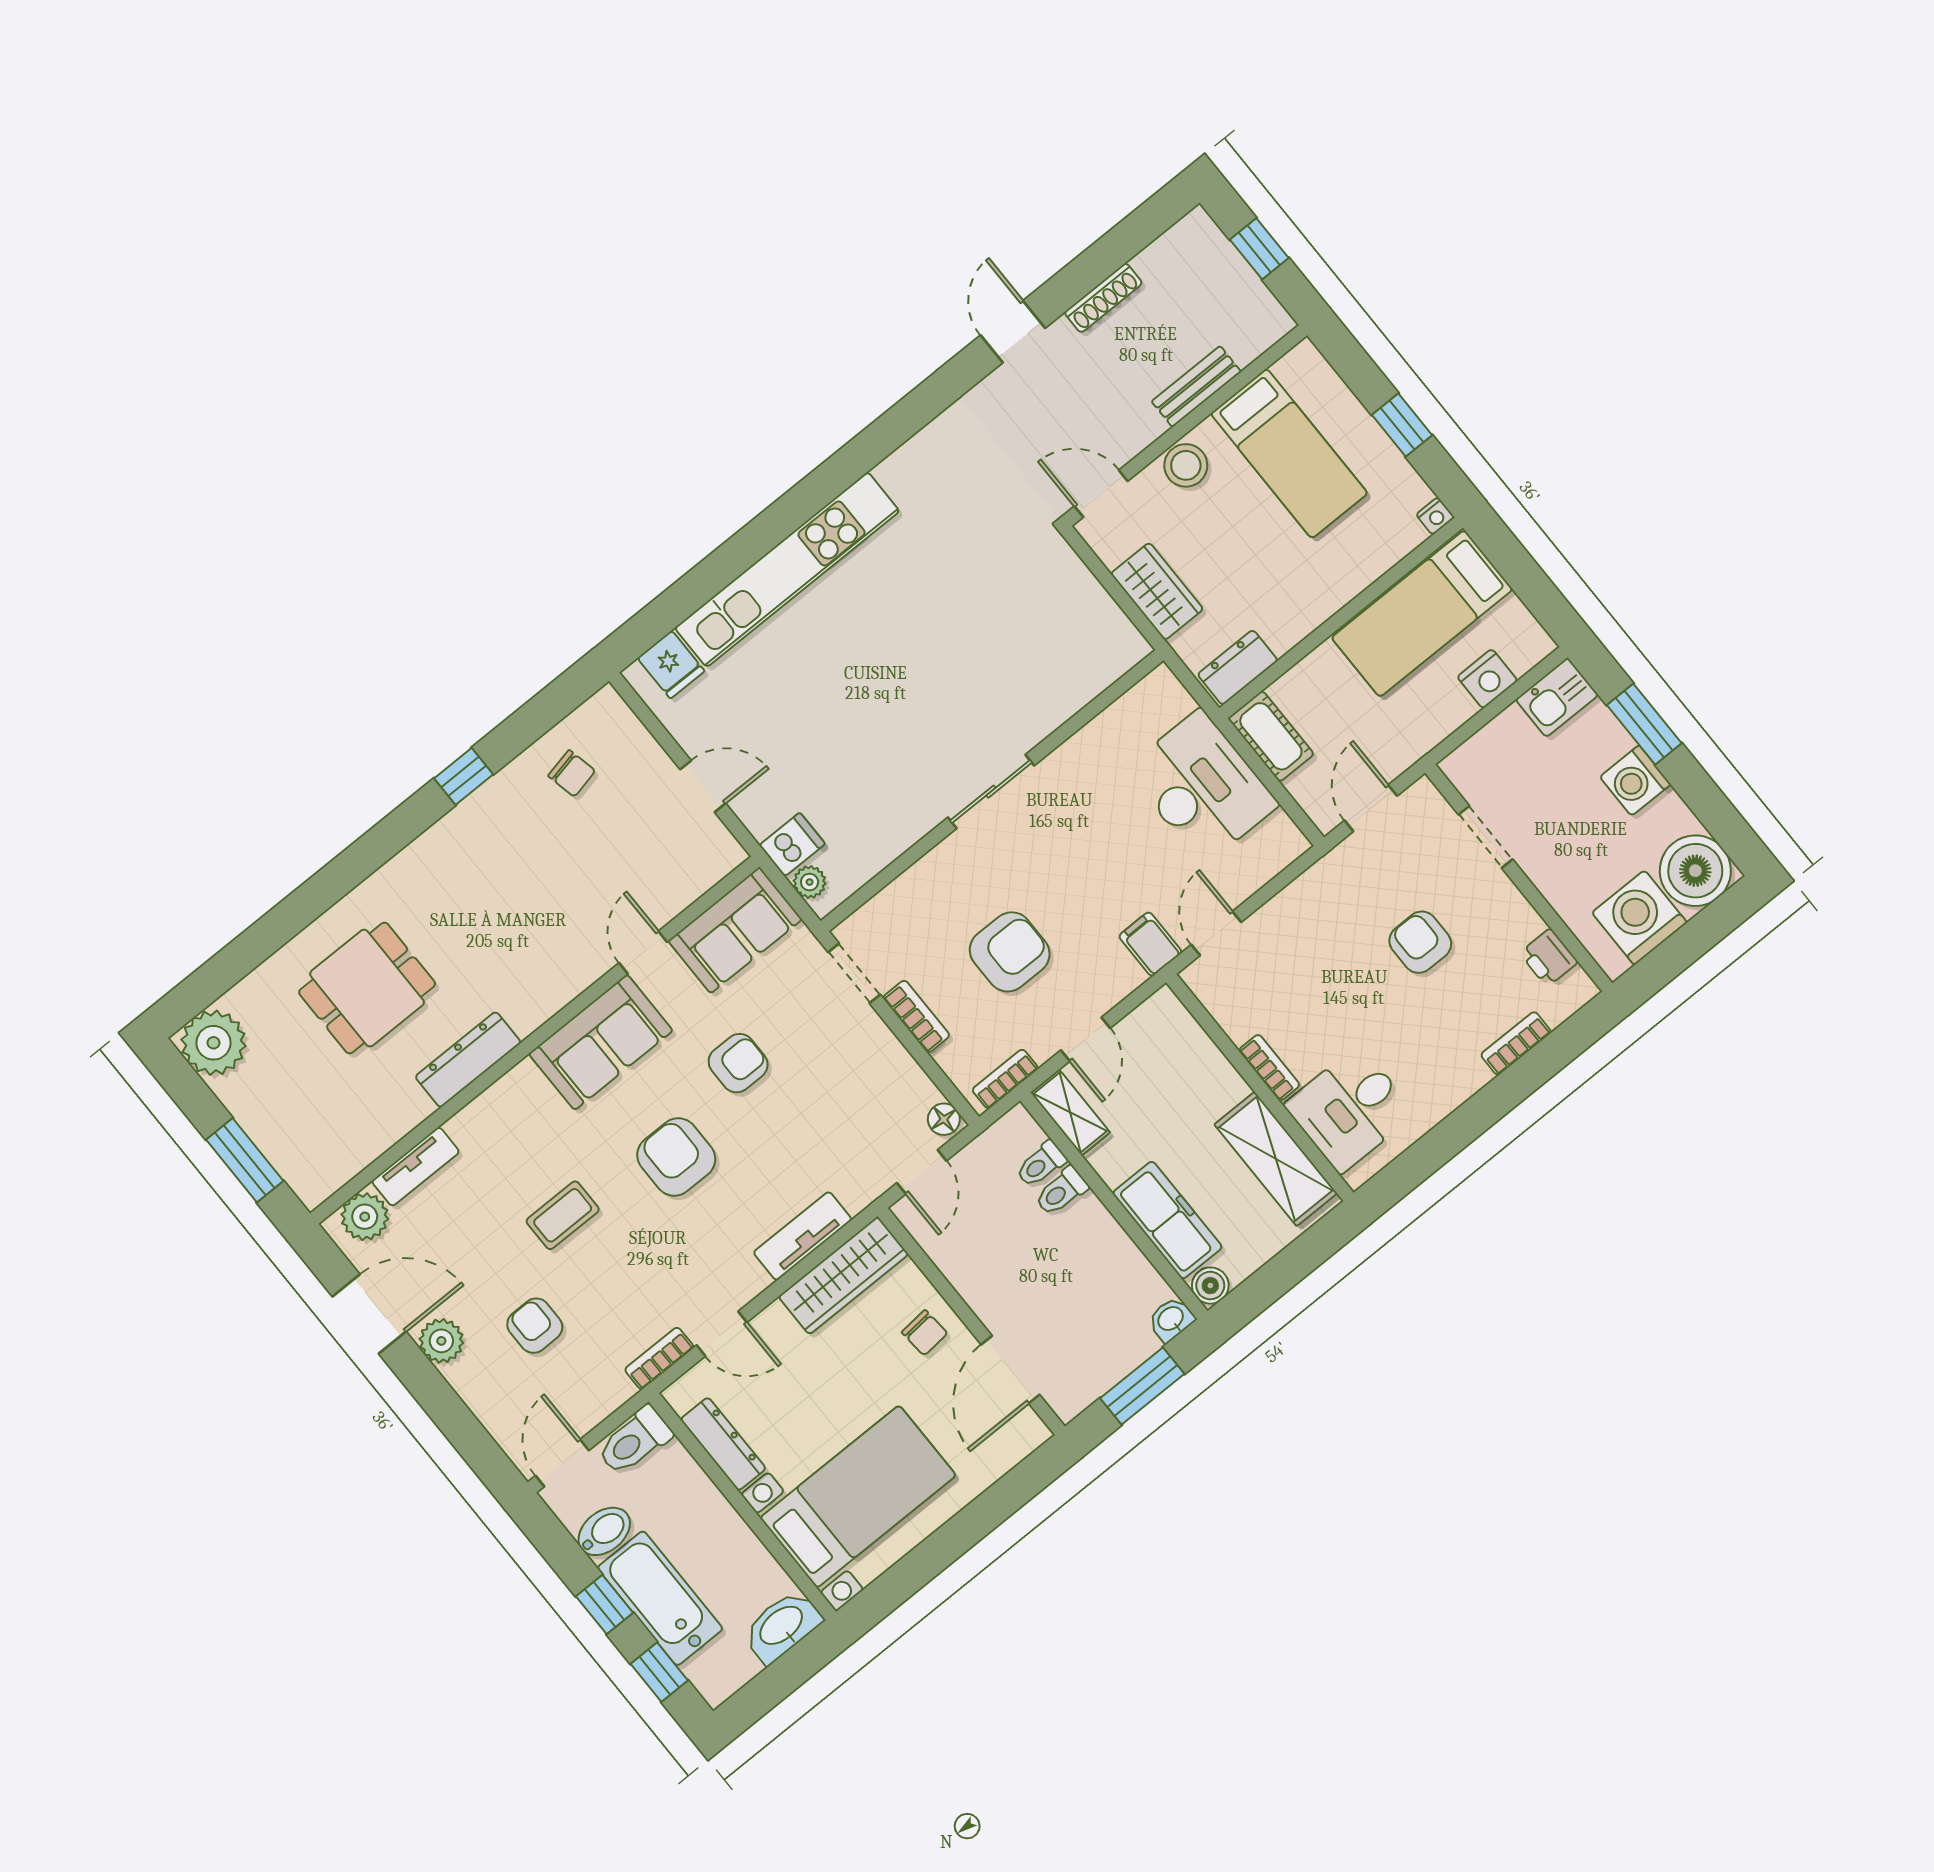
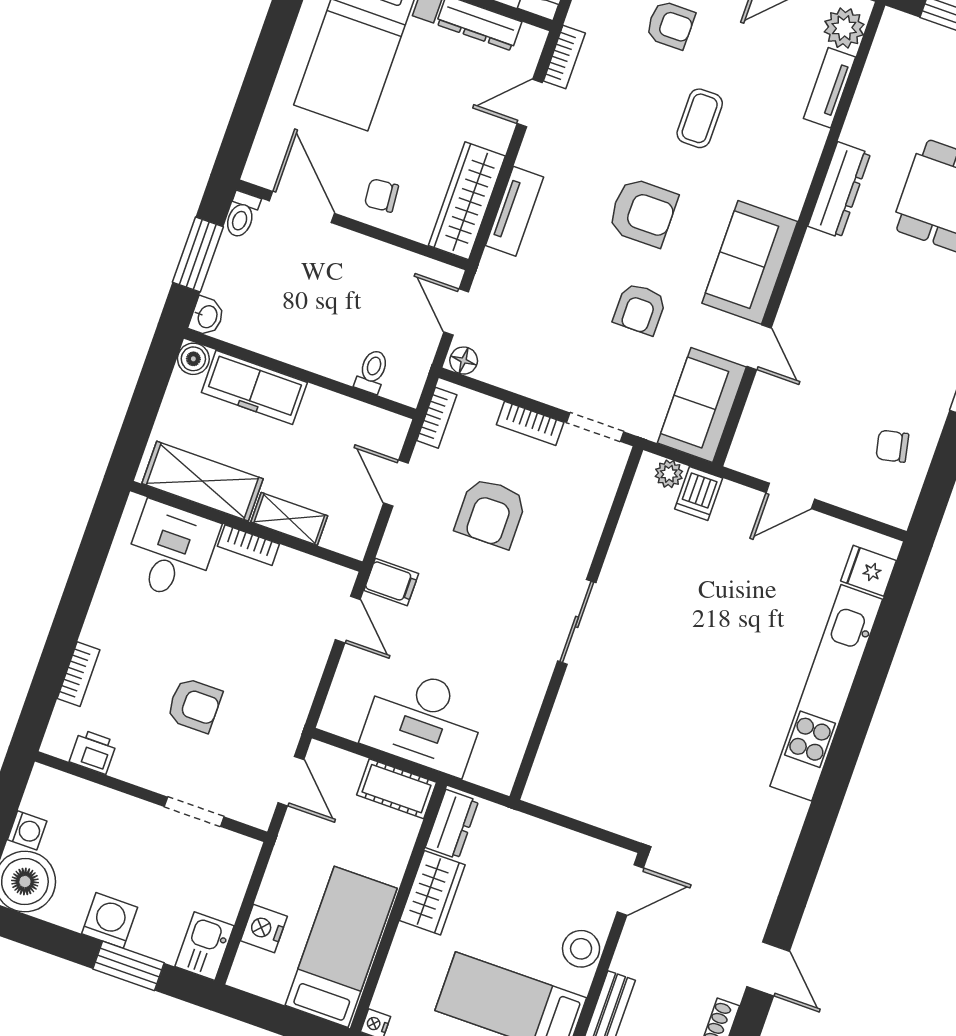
wardrobe: (1157, 591) -> (432, 893), moved, turned -90
washing machine: (1639, 918) -> (27, 830), width x0.53, depth x0.53
shelving: (1070, 1112) -> (289, 519), moved
toilet: (1061, 1191) -> (242, 215), moved, turned 180

